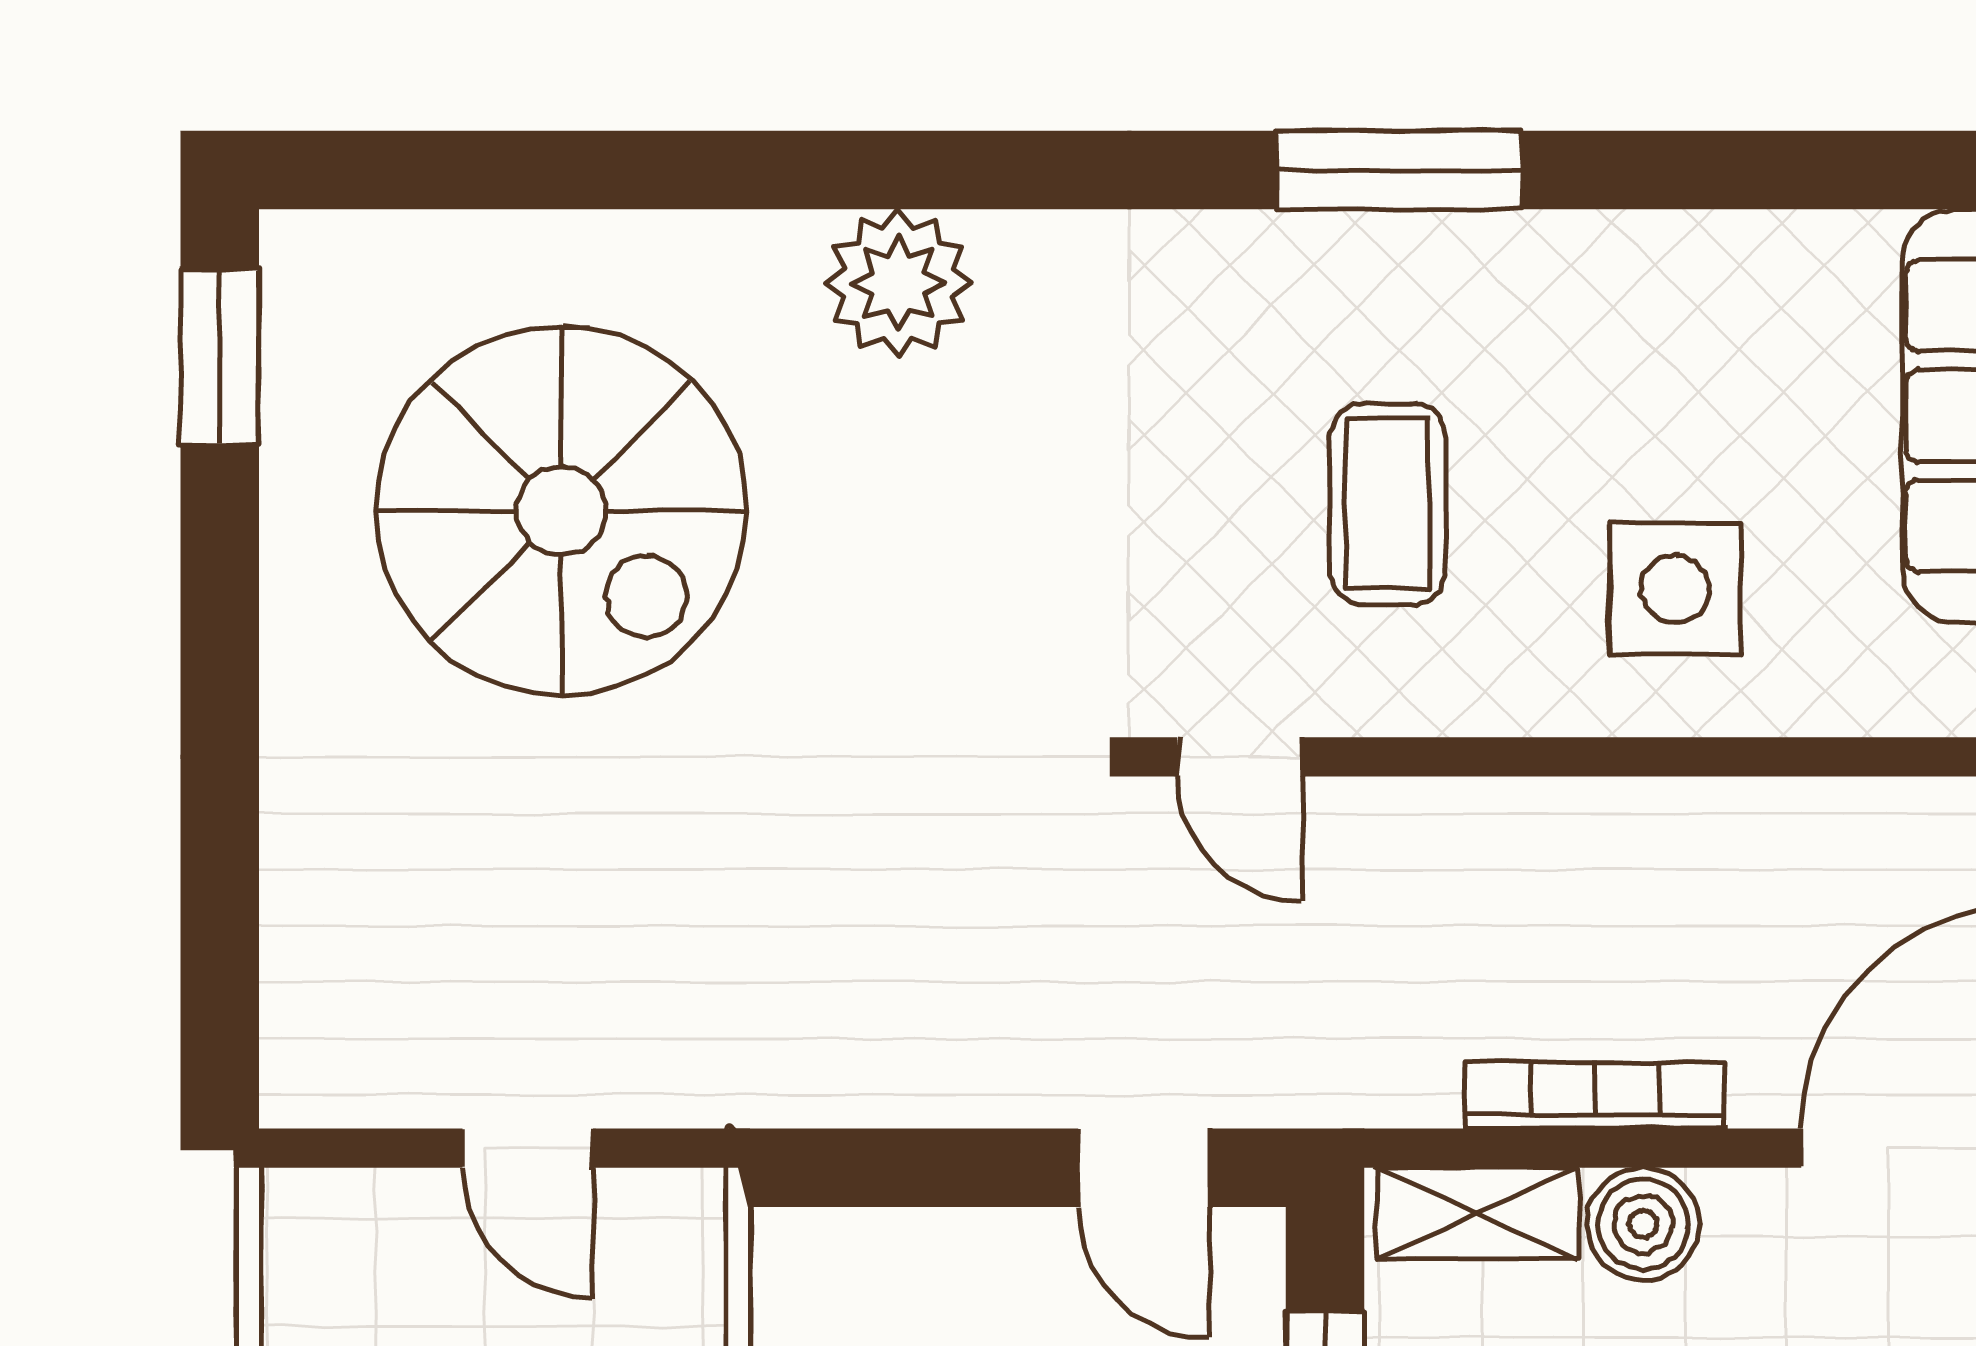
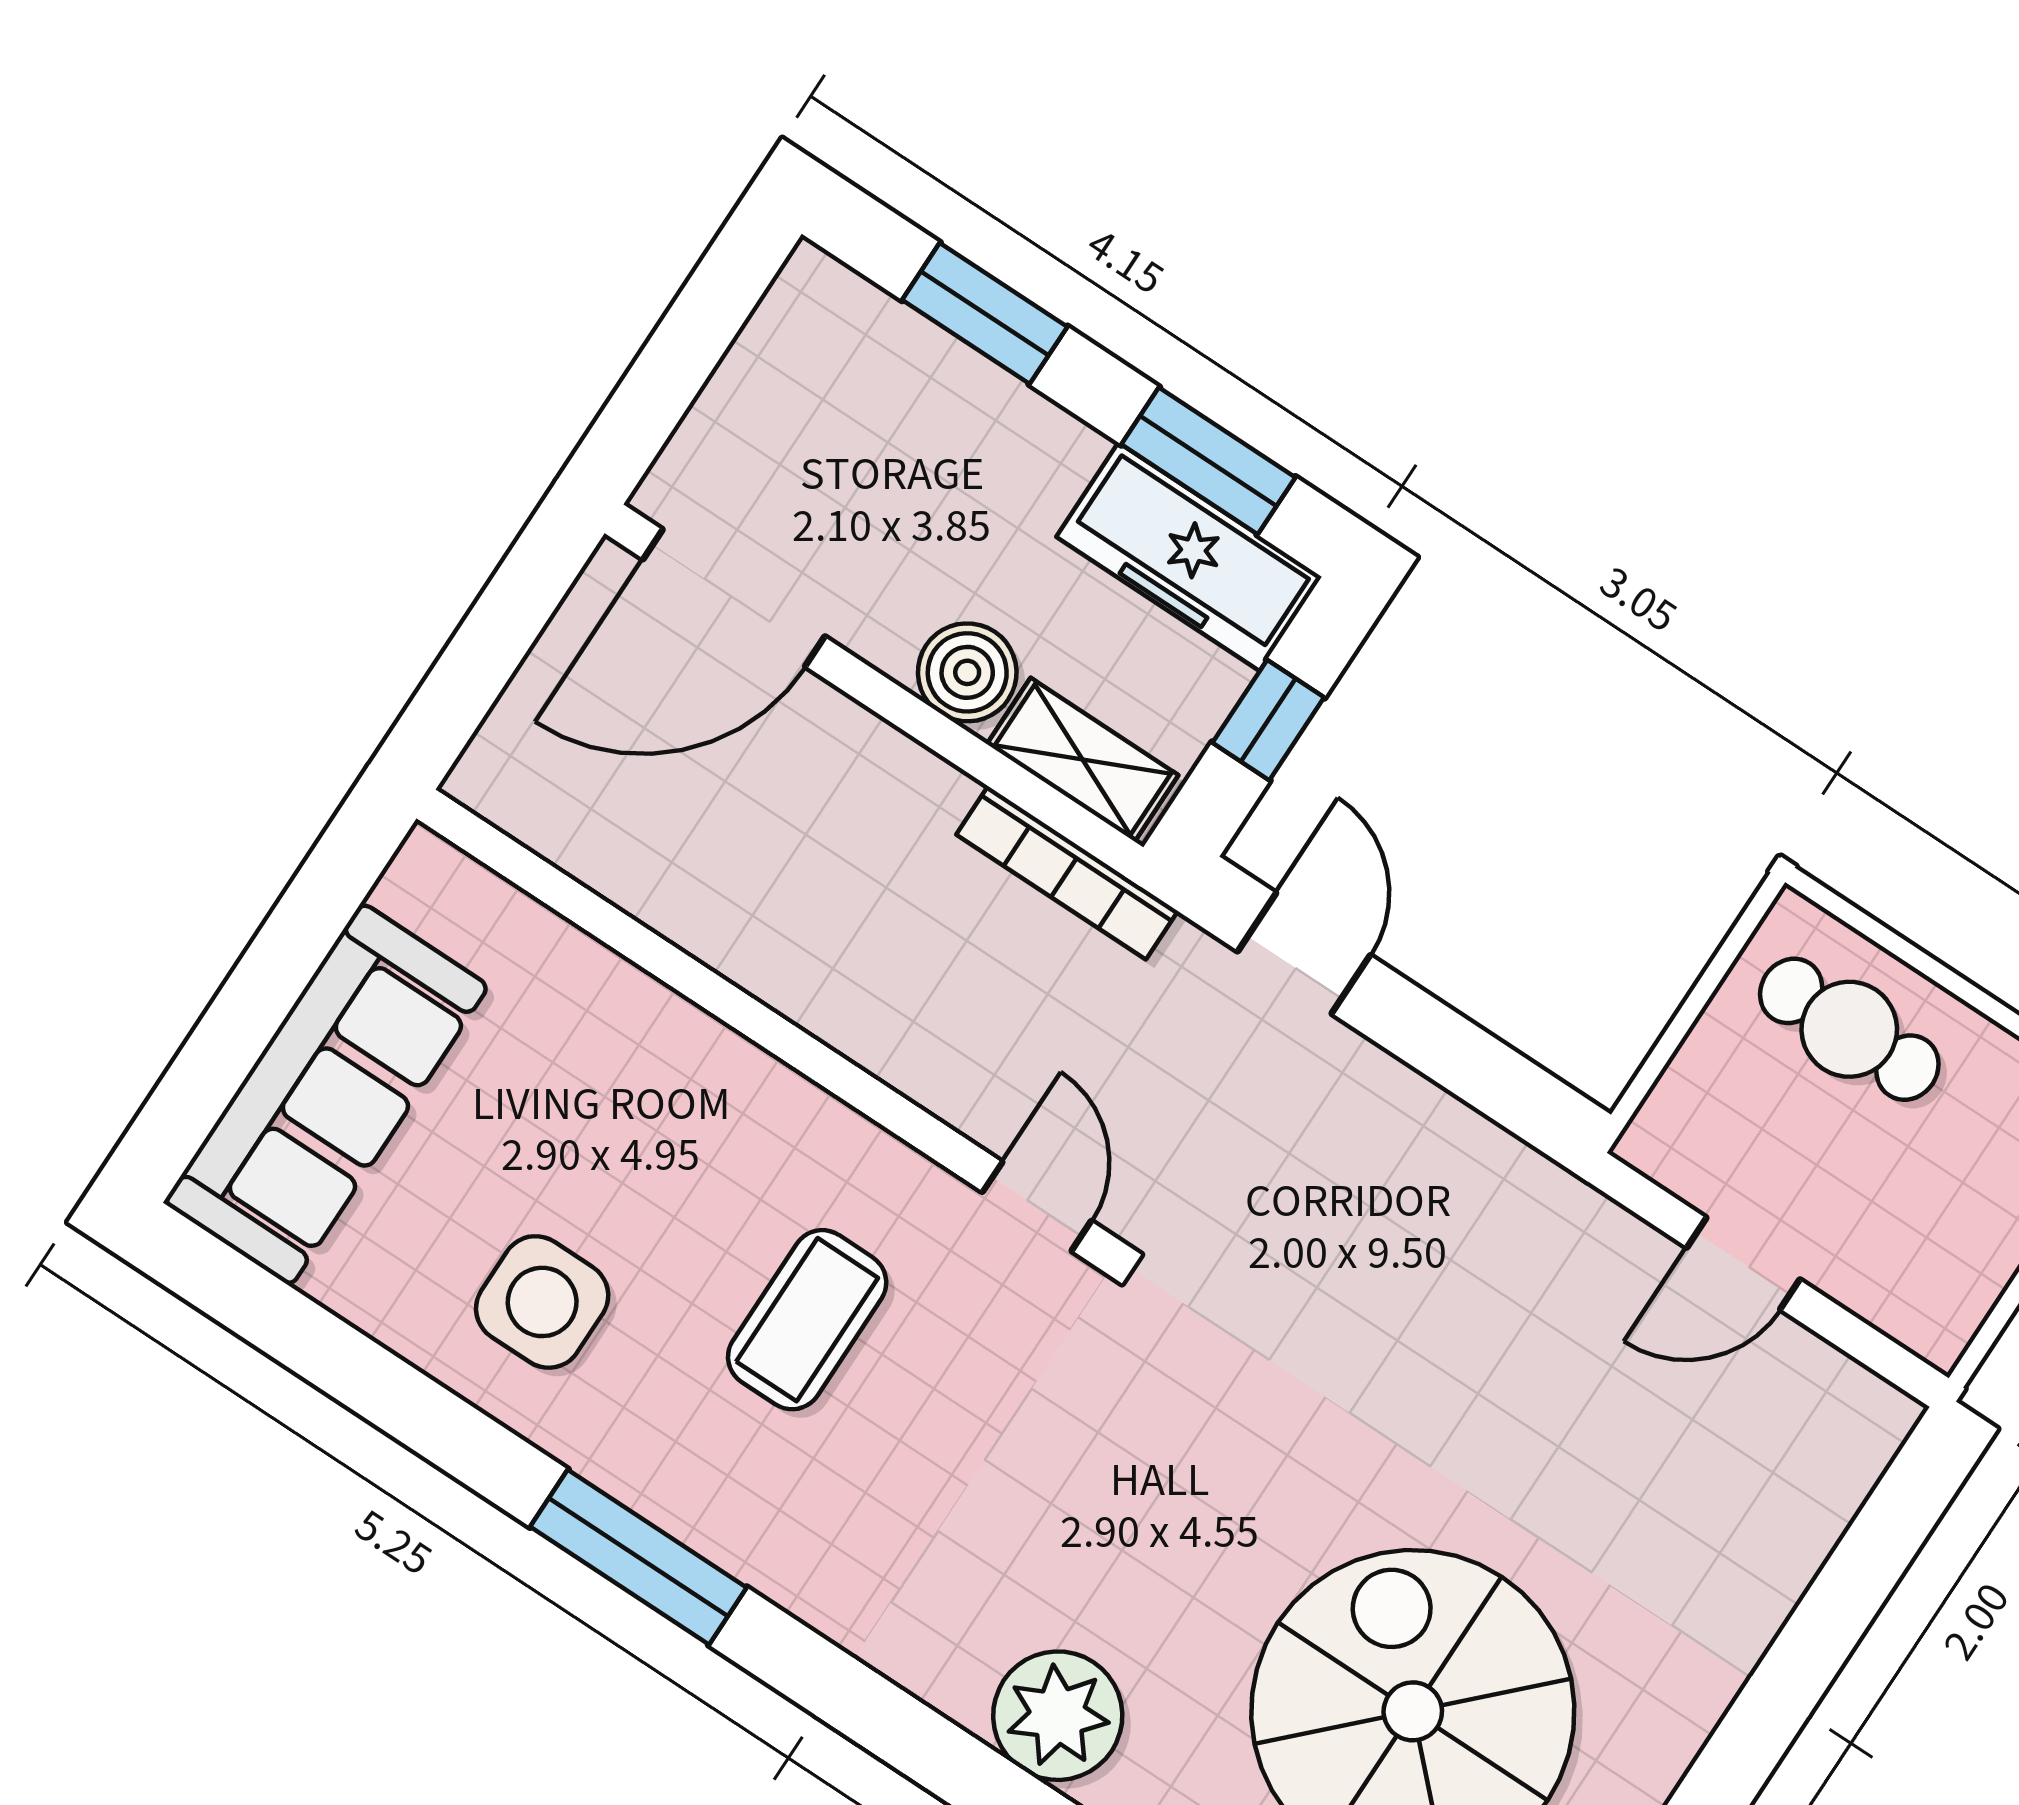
side table: (1675, 589) -> (542, 1302), moved
bookcase: (1595, 1095) -> (1067, 873), moved
door: (528, 1148) -> (1743, 1263), swing flipped

